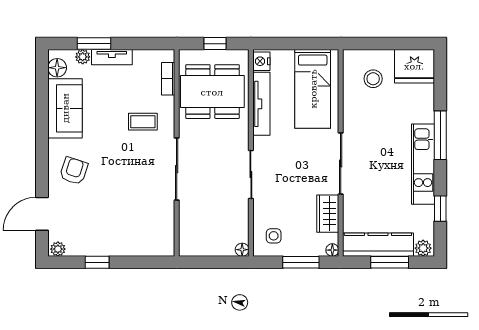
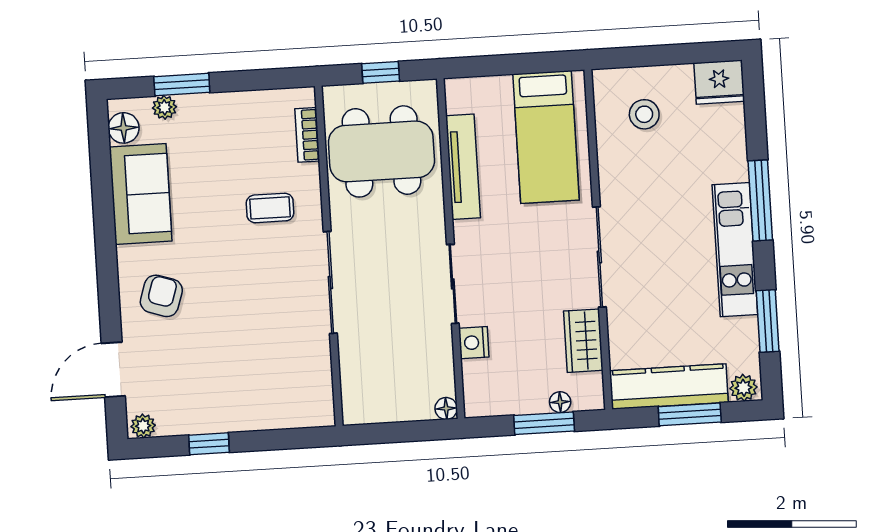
tv unit: (112, 57) -> (213, 105), removed
nightstand: (261, 61) -> (474, 343), moved
fridge: (414, 66) -> (719, 82), width x0.73, depth x0.75
window: (440, 209) -> (768, 321), width x1.50
side table: (274, 236) -> (496, 383), removed
floor lamp: (332, 250) -> (560, 402), moved

